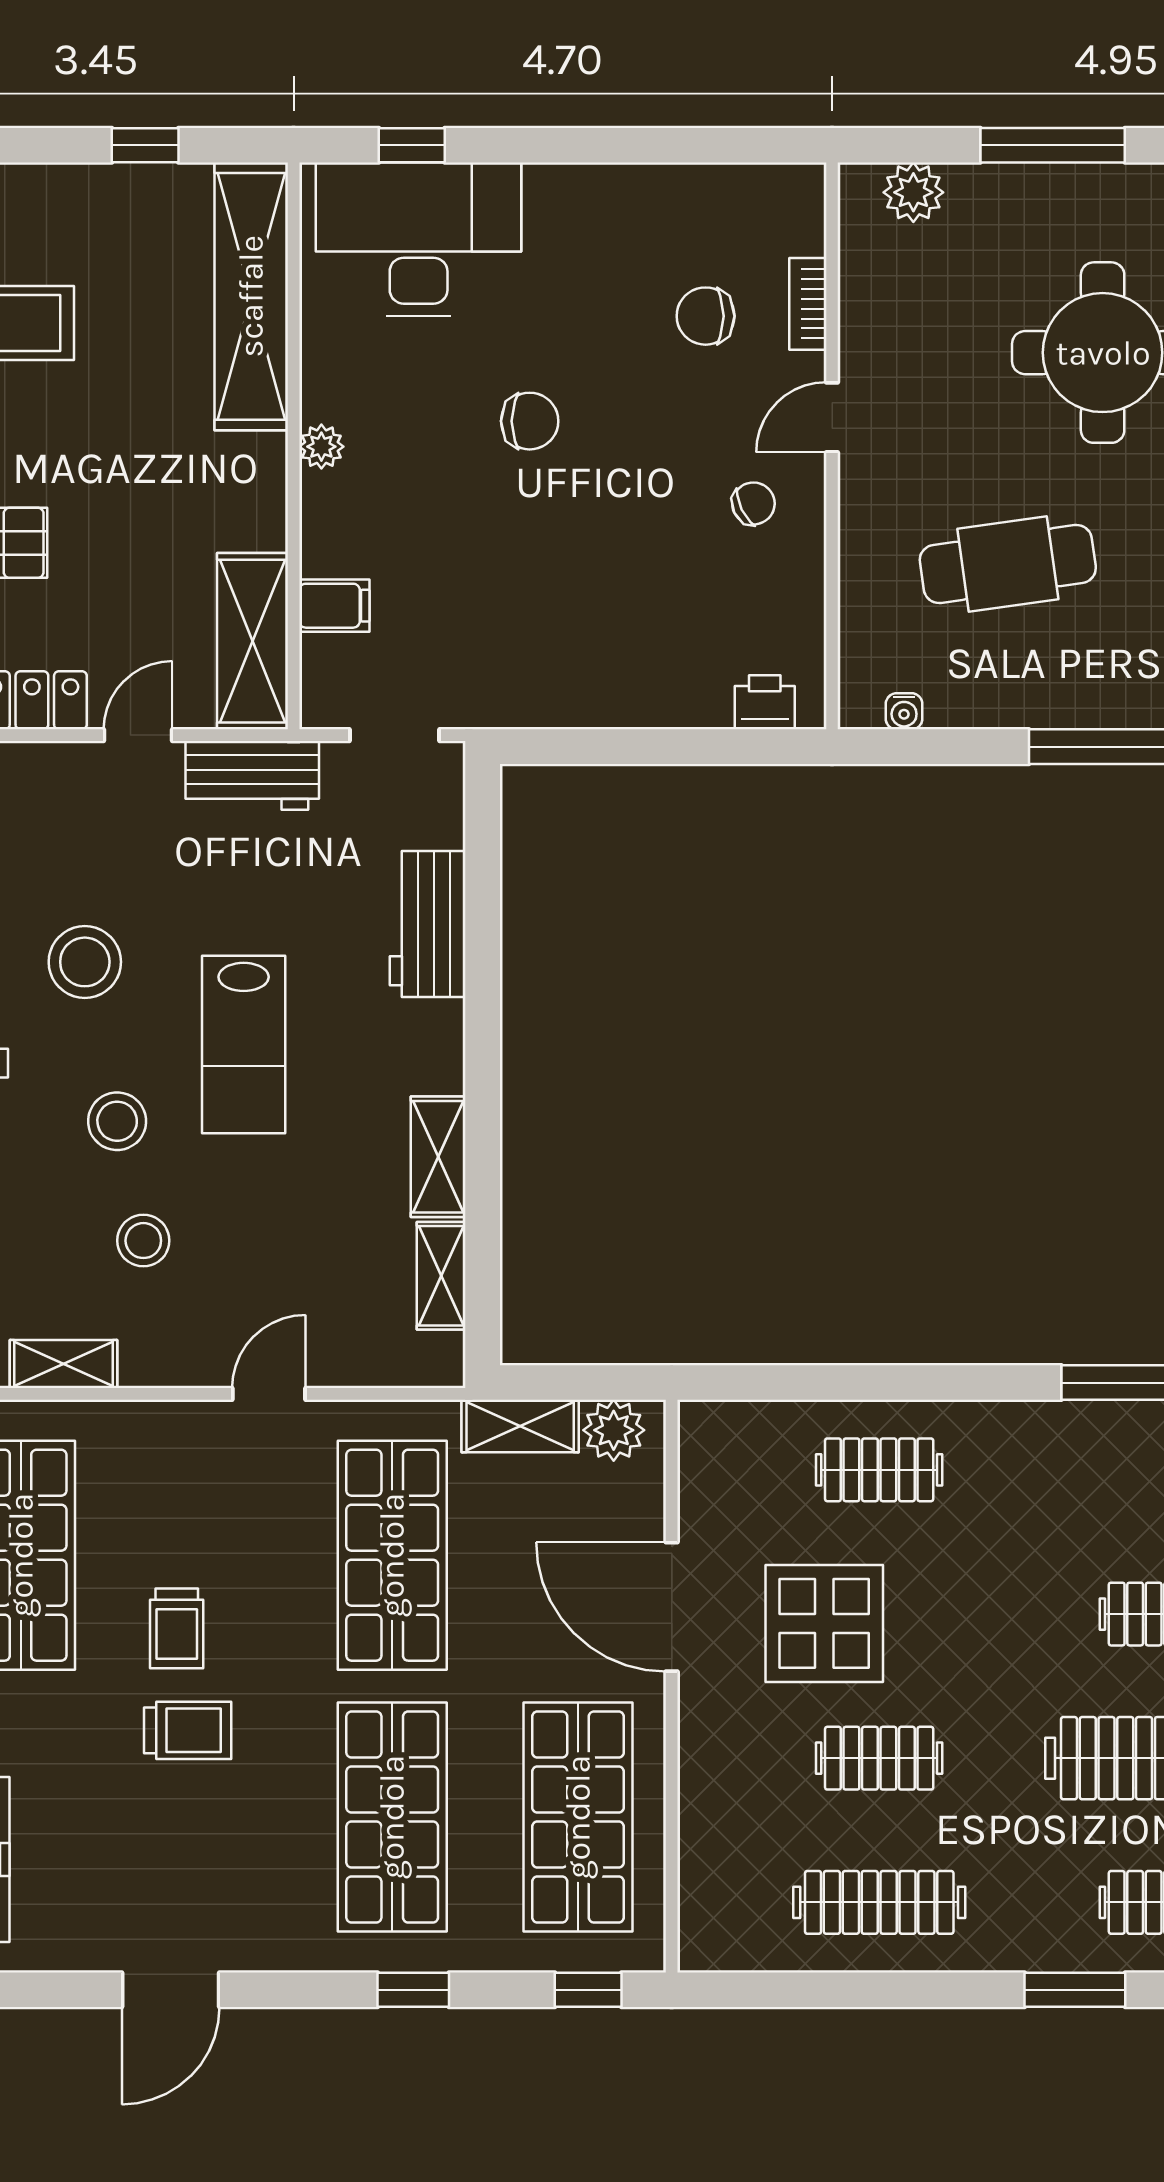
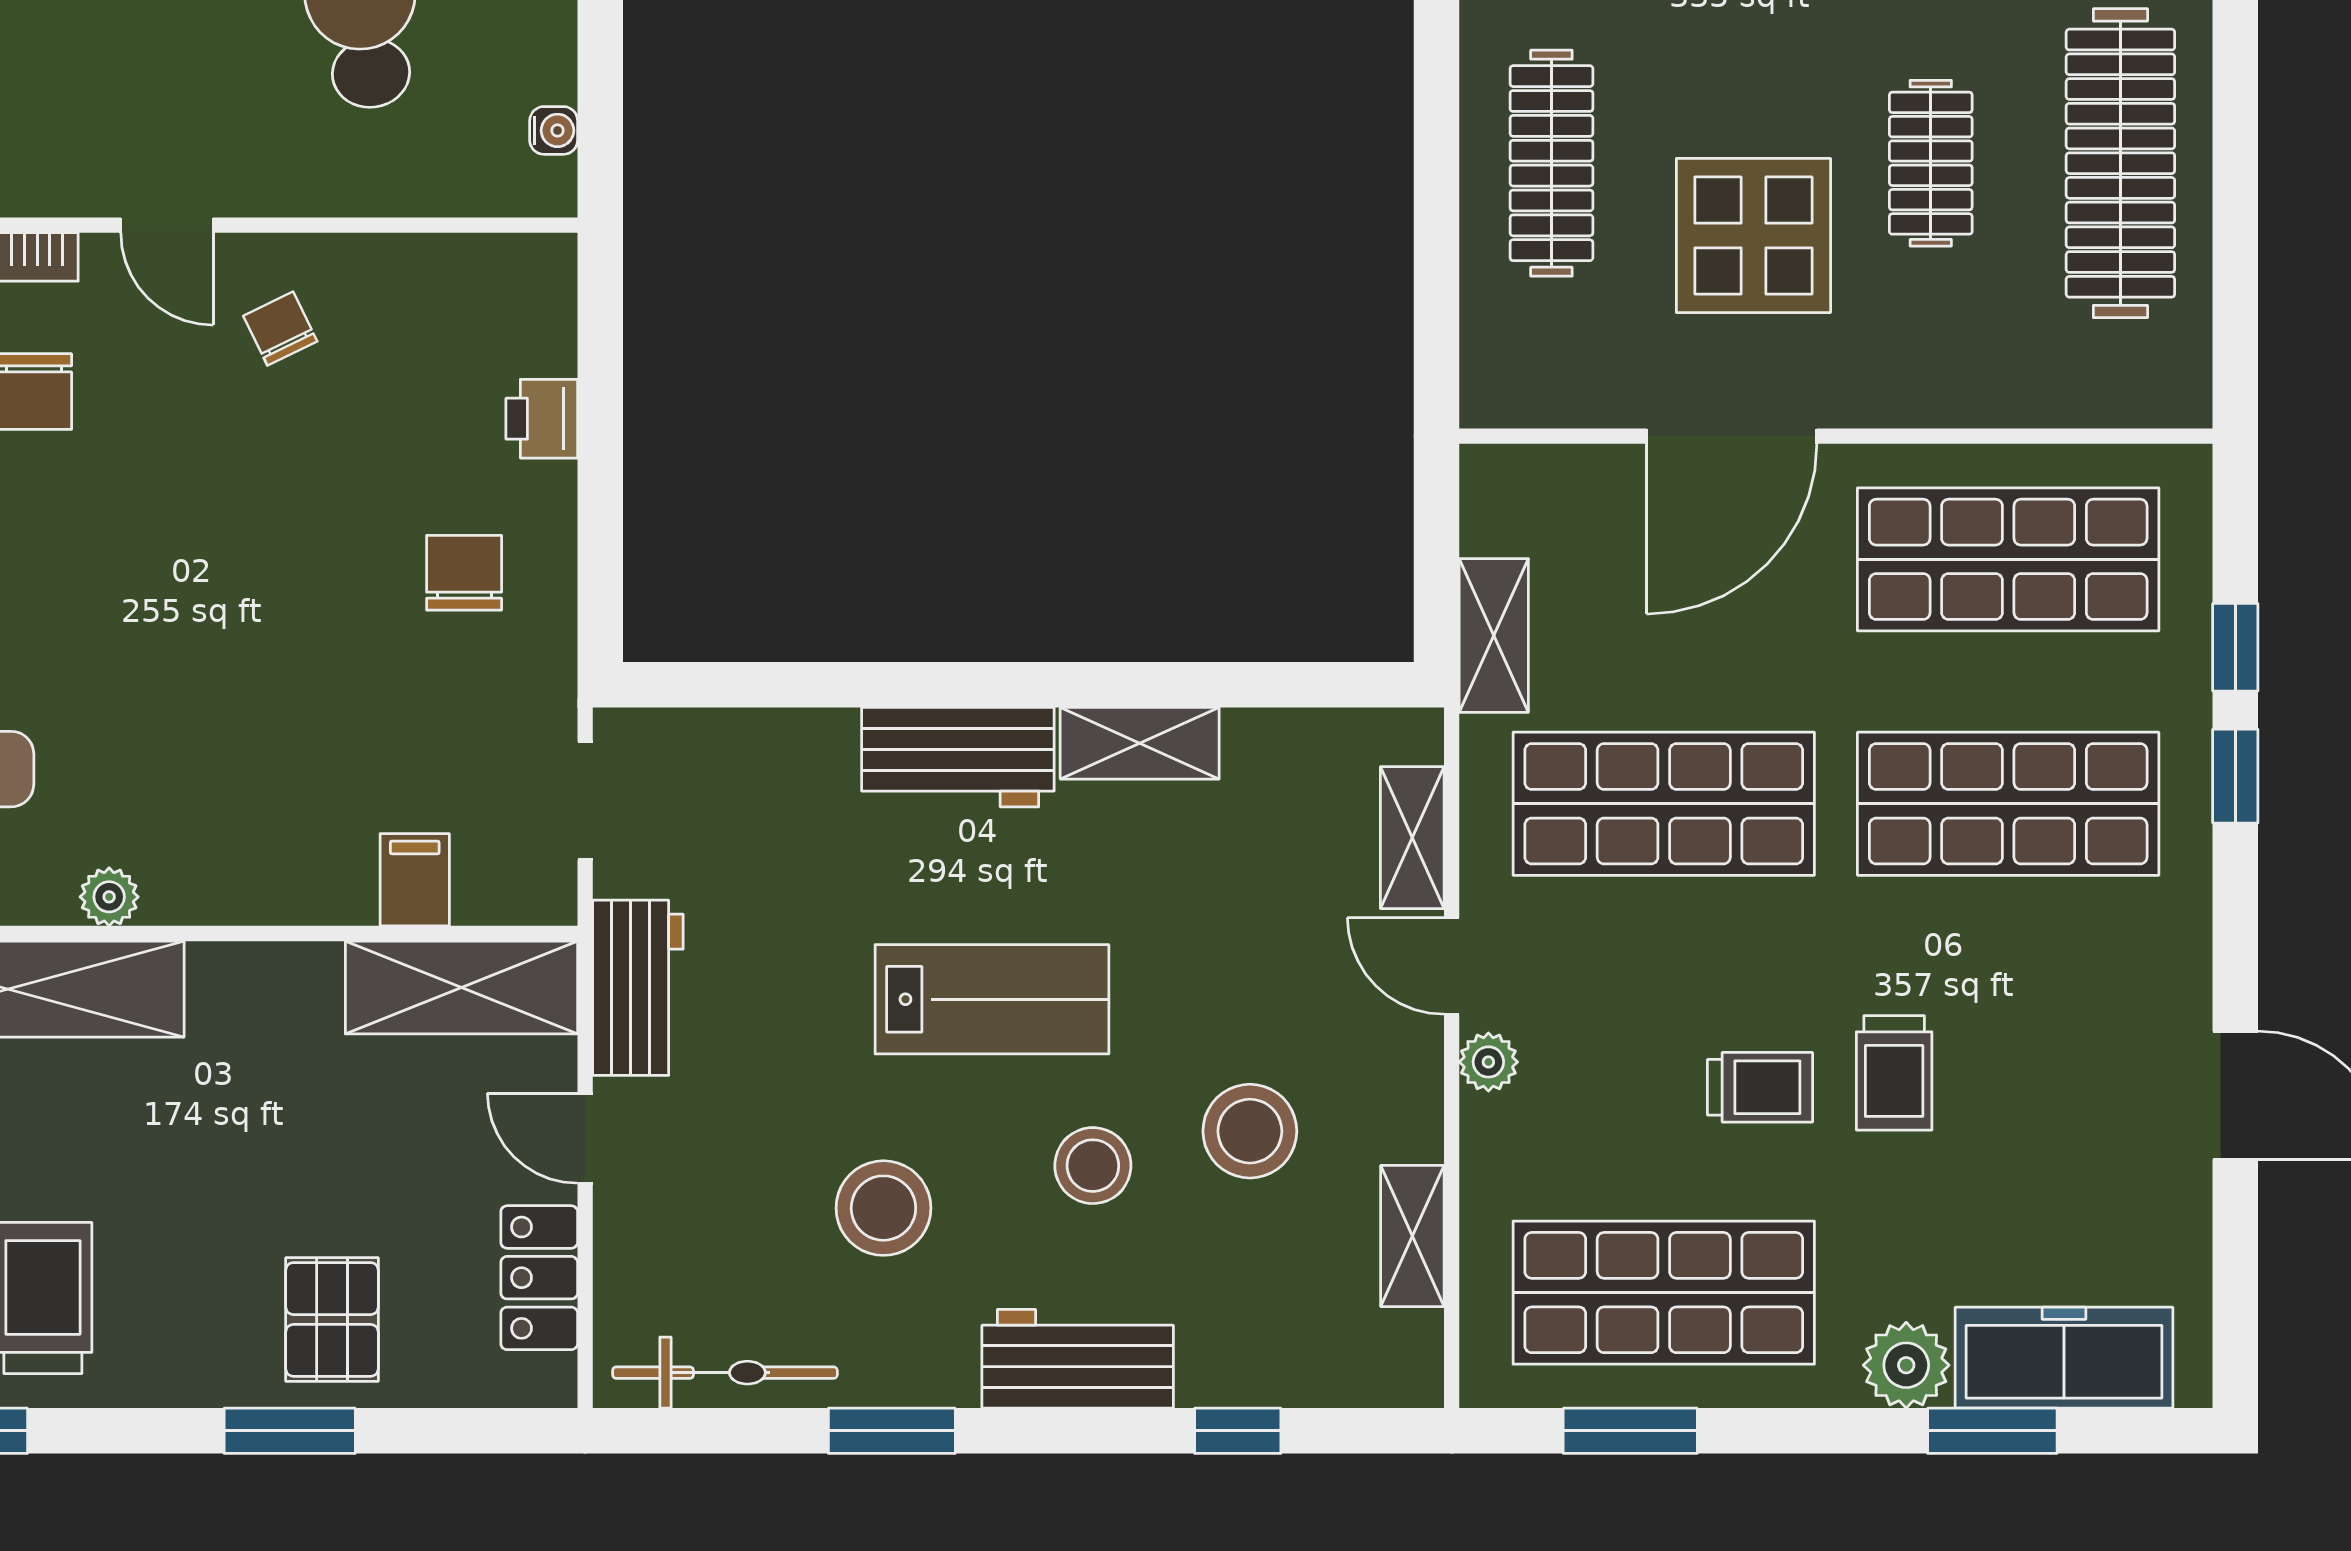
chair: (530, 421) -> (464, 573), moved
plant: (321, 447) -> (109, 897), moved
printer: (765, 702) -> (542, 419), moved
workbench: (428, 924) -> (958, 757), moved
stool: (143, 1241) -> (1250, 1131), width x1.38, depth x1.38
shelving: (441, 1276) -> (1412, 838), moved, turned 90
plant: (614, 1430) -> (1488, 1062), moved, width x0.73, depth x0.73
clothes rail: (879, 1470) -> (1551, 163), width x1.36
trolley: (188, 1730) -> (1894, 1073), turned 180
clothes rail: (879, 1902) -> (2120, 163), width x1.37, depth x1.31
window: (588, 1990) -> (2235, 647), moved

